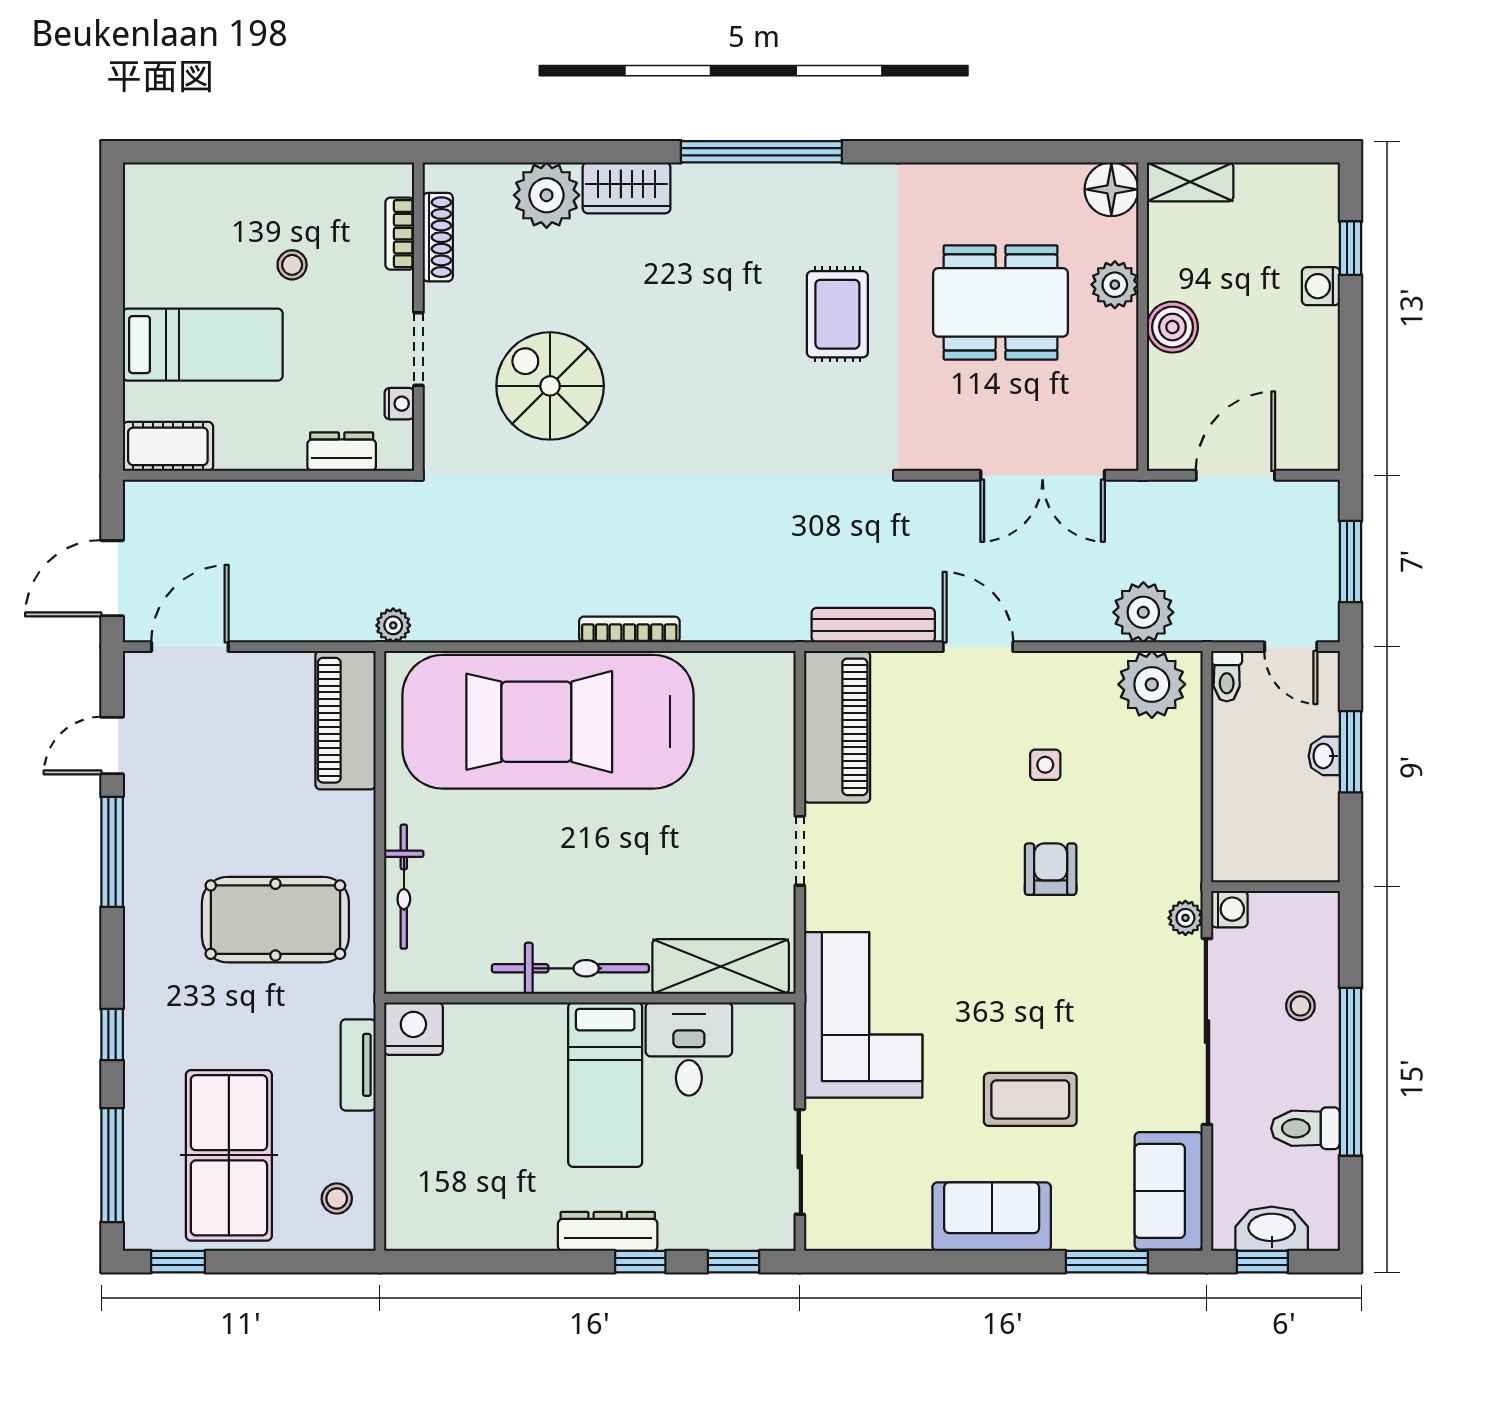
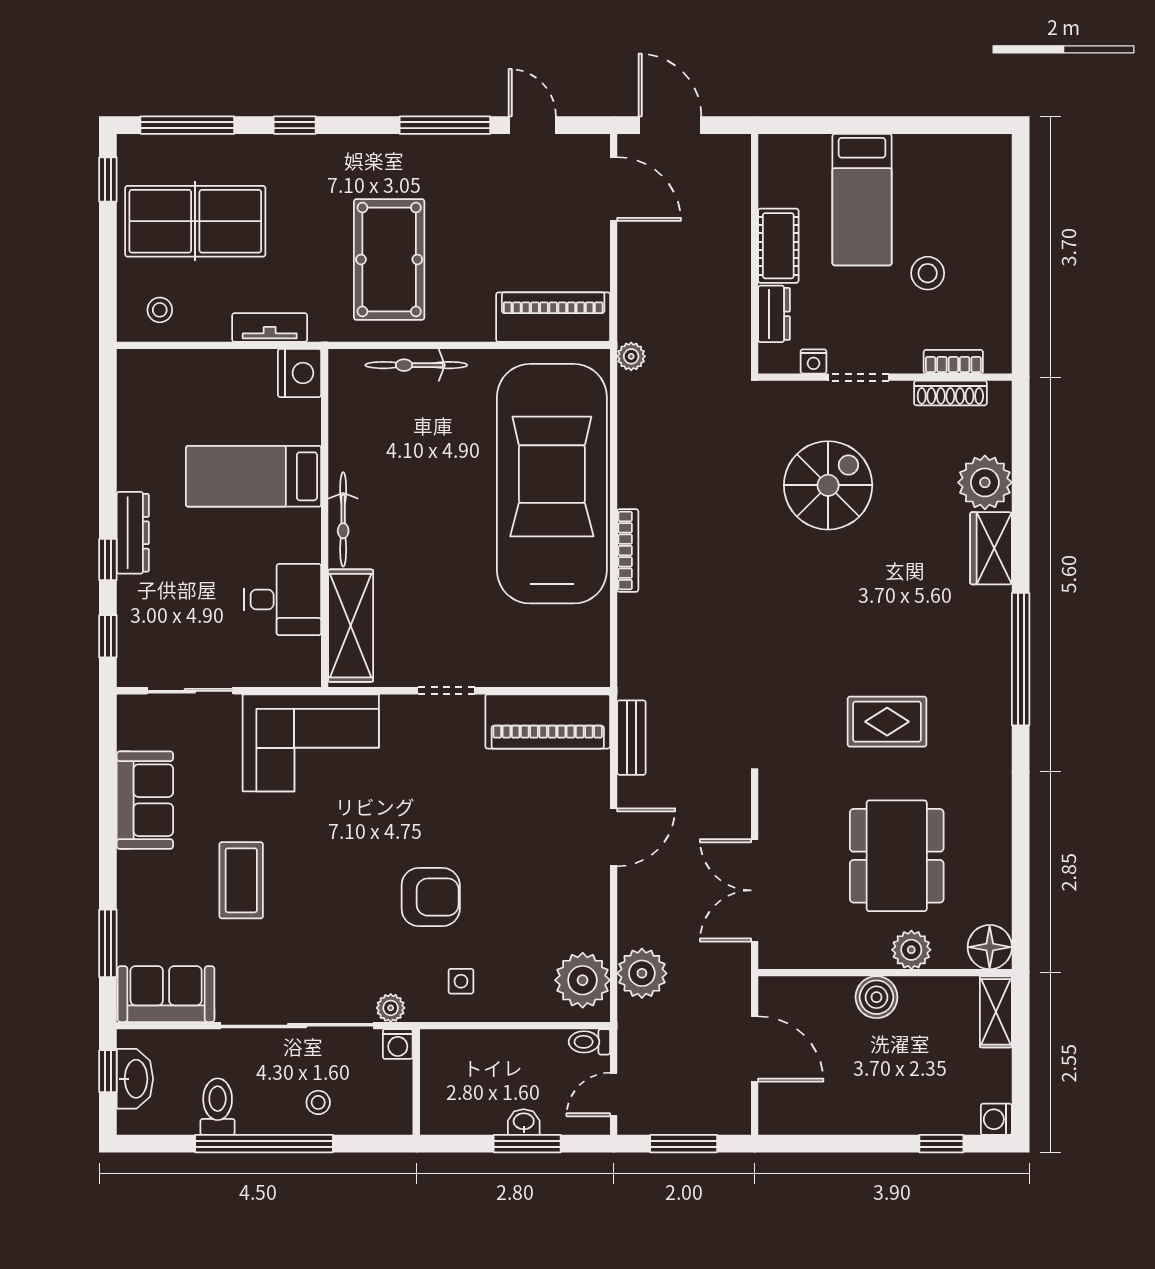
stool: (292, 265) -> (928, 273), width x1.37, depth x1.37
washing machine: (1321, 286) -> (996, 1119), moved, turned -90
cot: (168, 446) -> (778, 246), moved
bench: (873, 625) -> (631, 738), width x0.73
side table: (1045, 765) -> (461, 981), moved
armchair: (1051, 869) -> (431, 897), width x1.38, depth x1.38
bicycle: (570, 968) -> (343, 519), width x0.73, depth x0.71
bed: (605, 1085) -> (253, 476), moved
sofa: (992, 1217) -> (145, 800), moved

